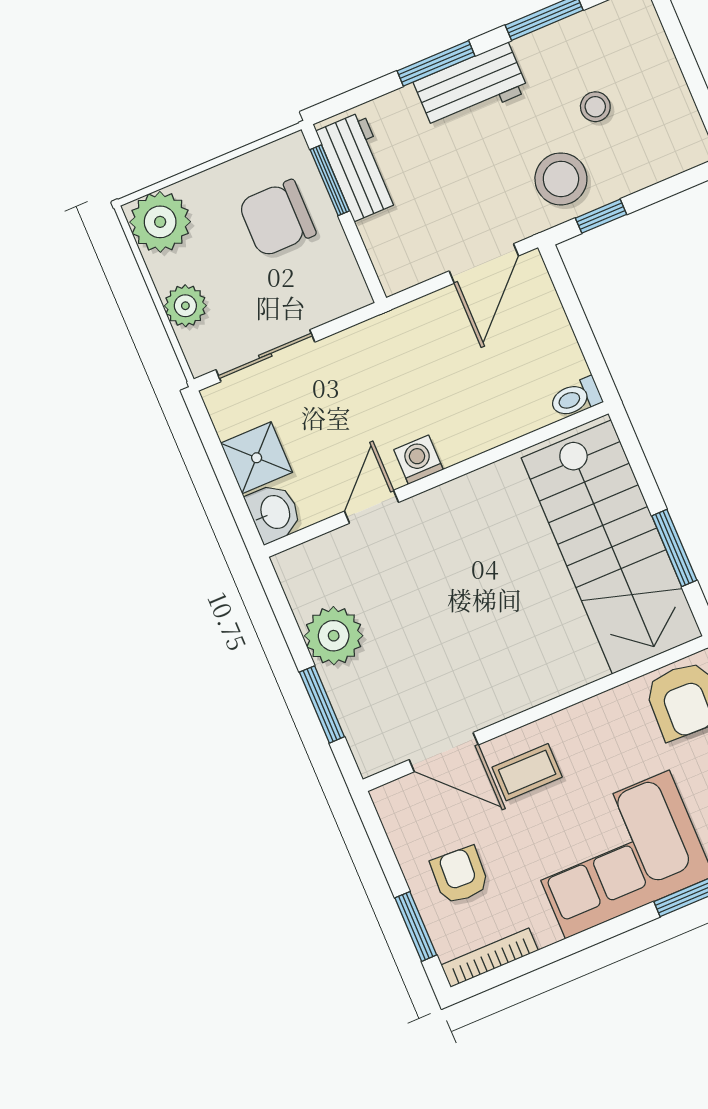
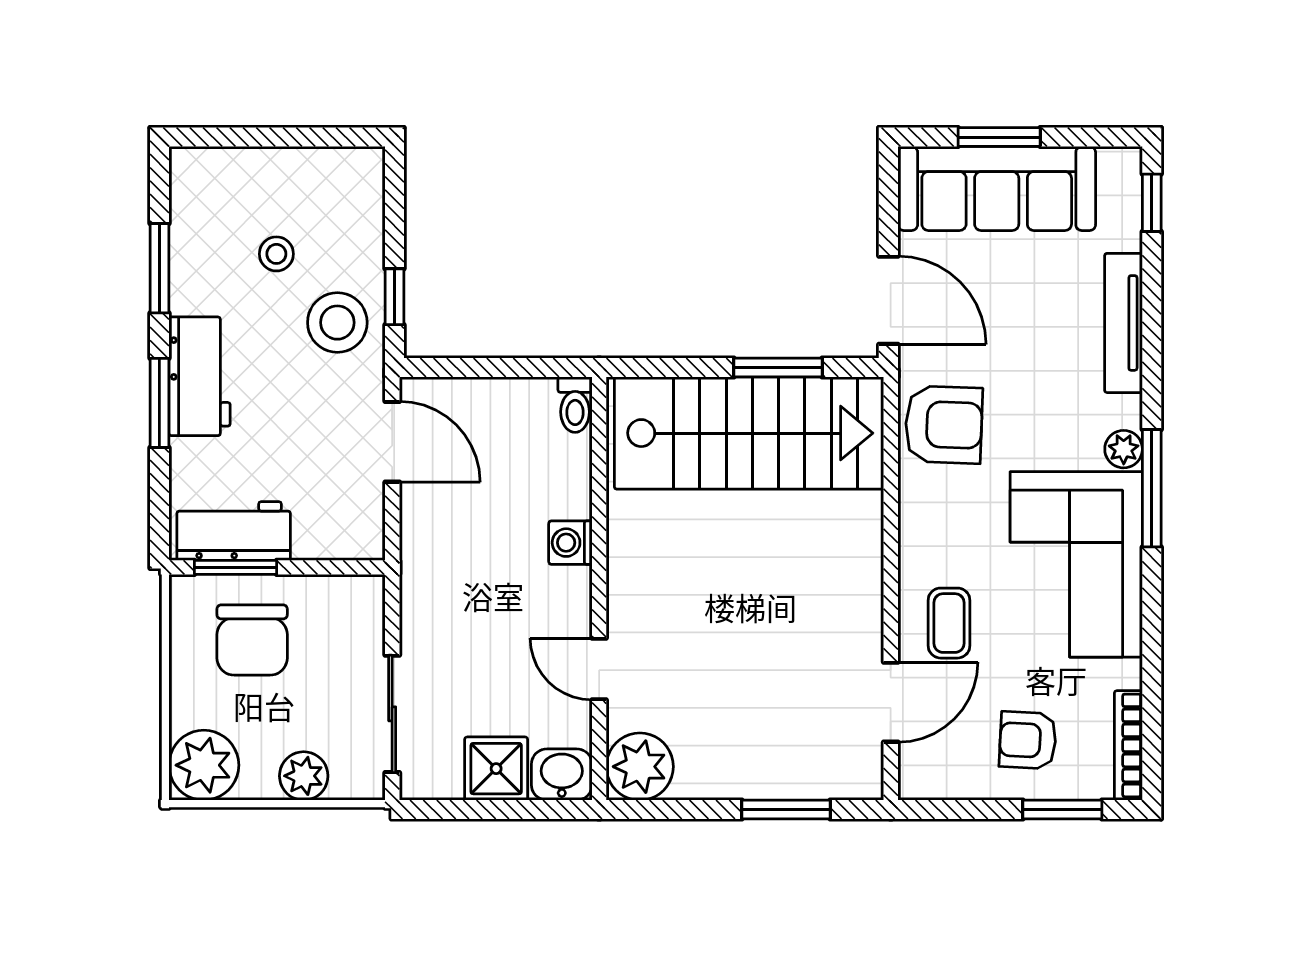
washing machine: (418, 460) -> (570, 543), moved
plant: (334, 636) -> (640, 767), moved

